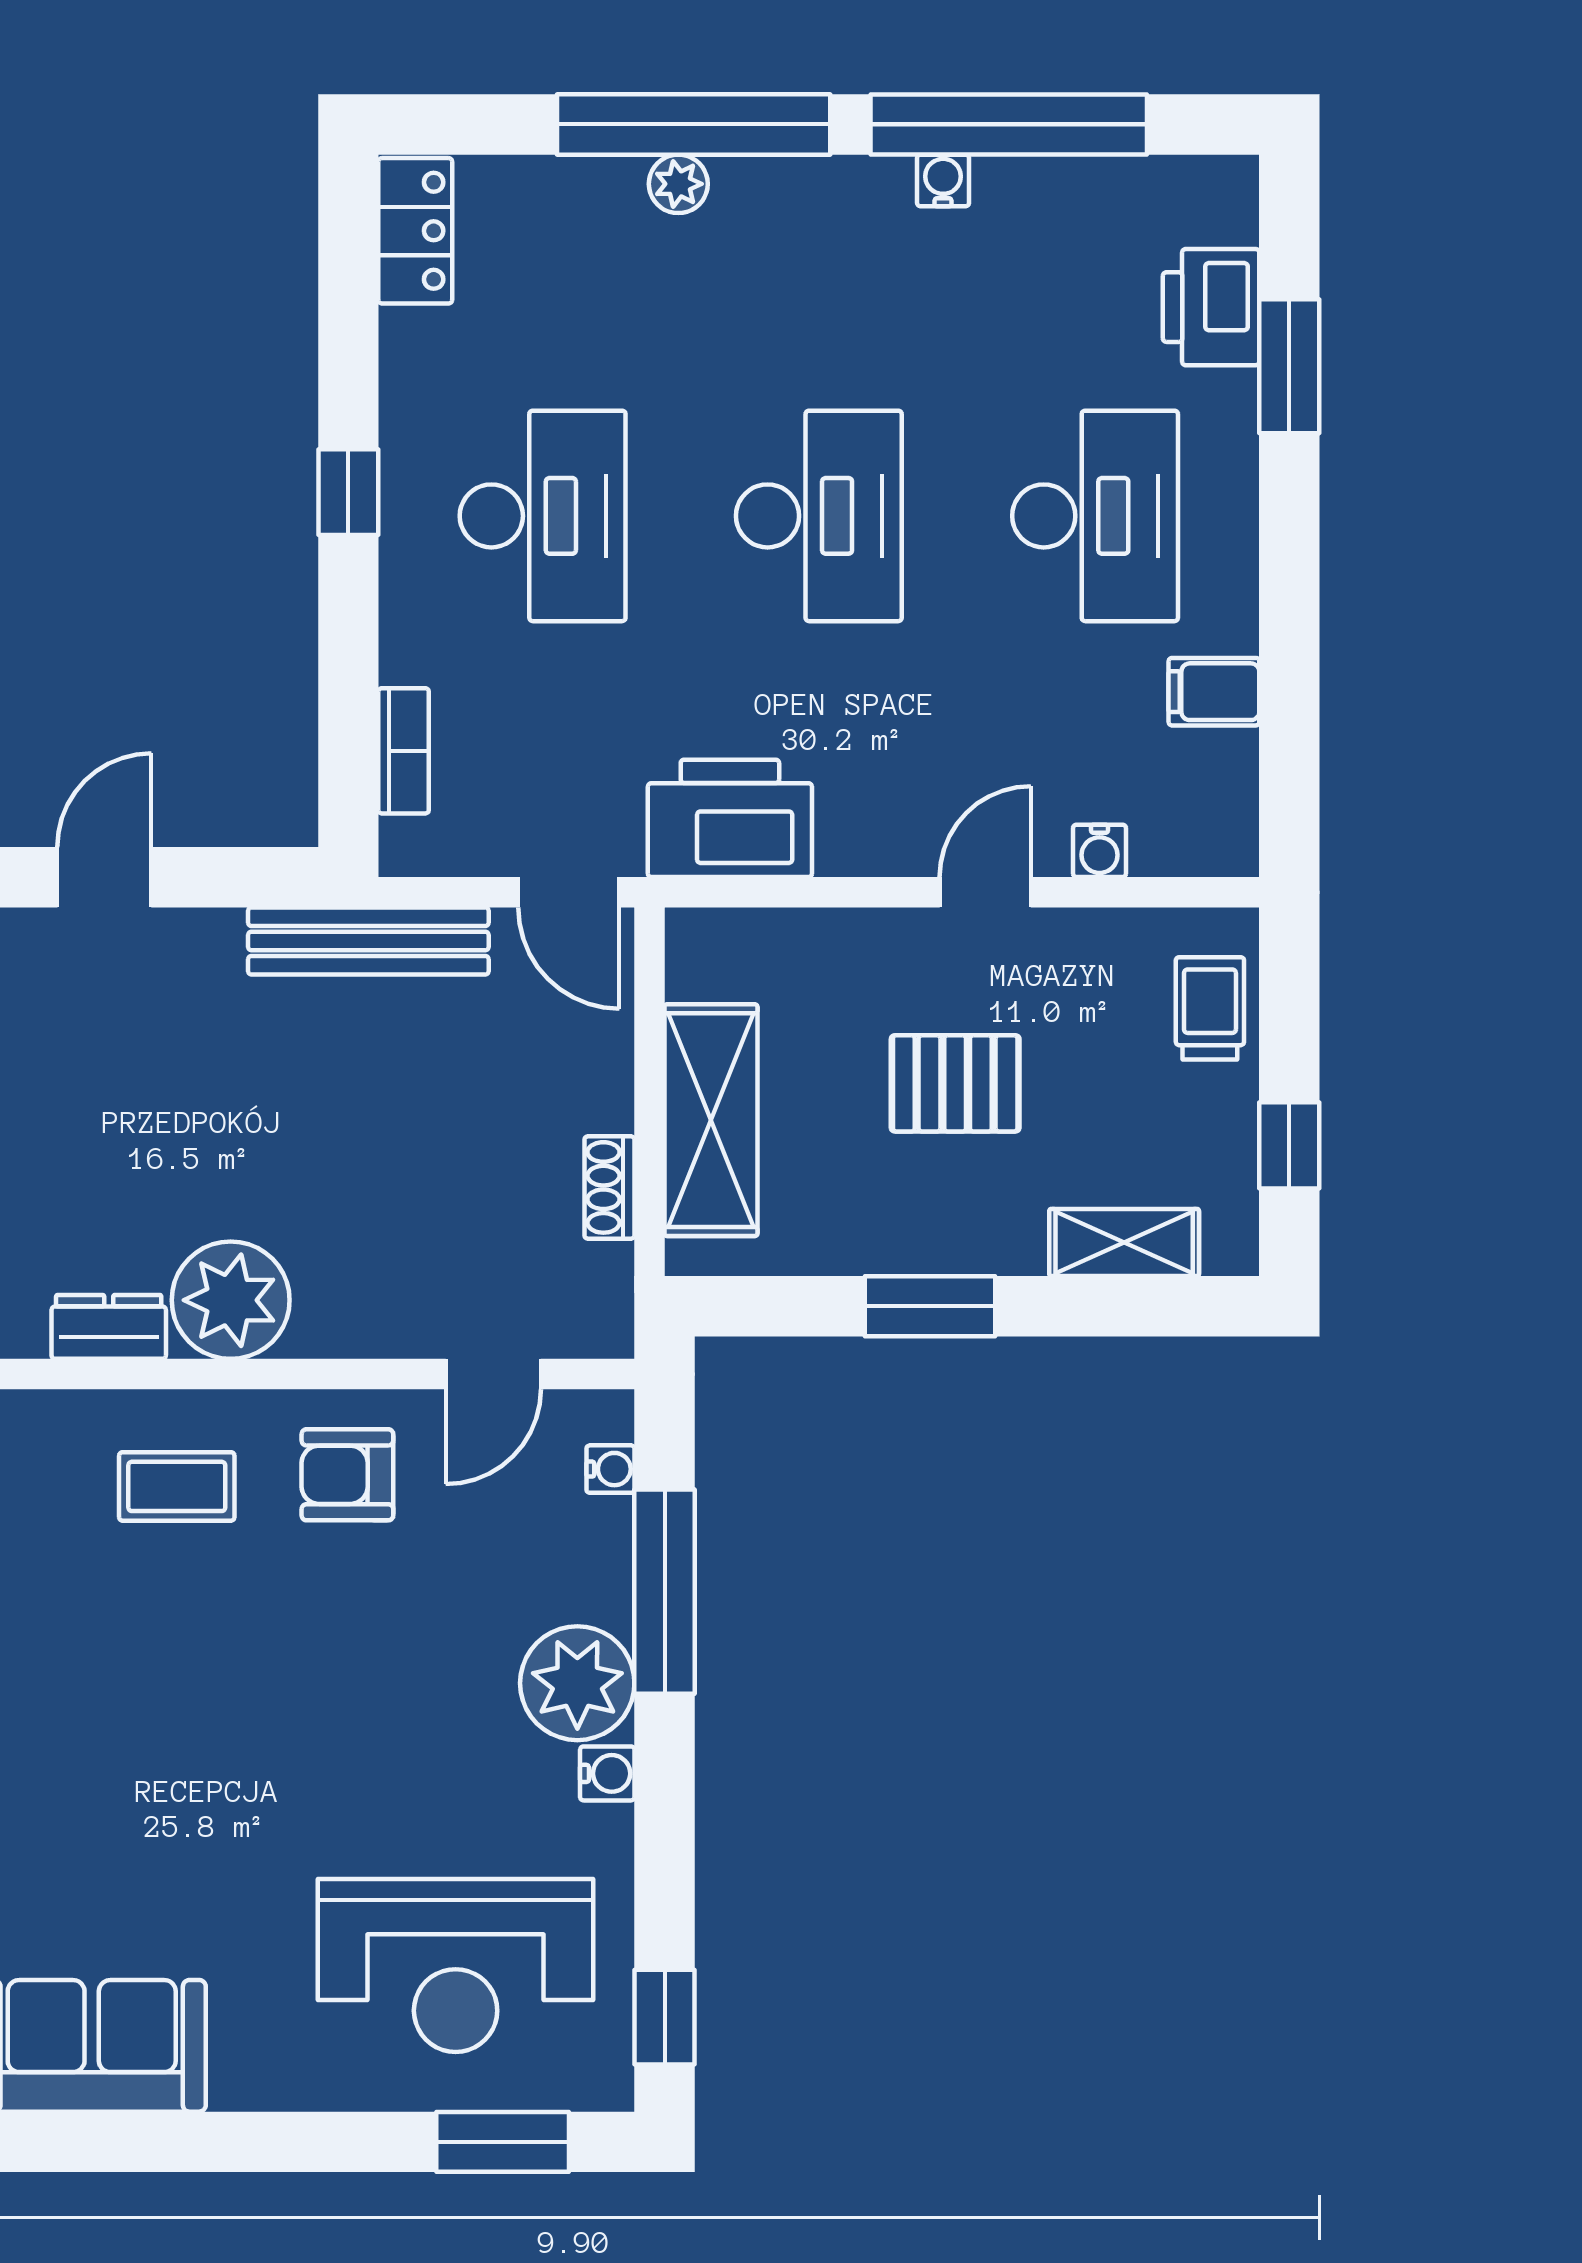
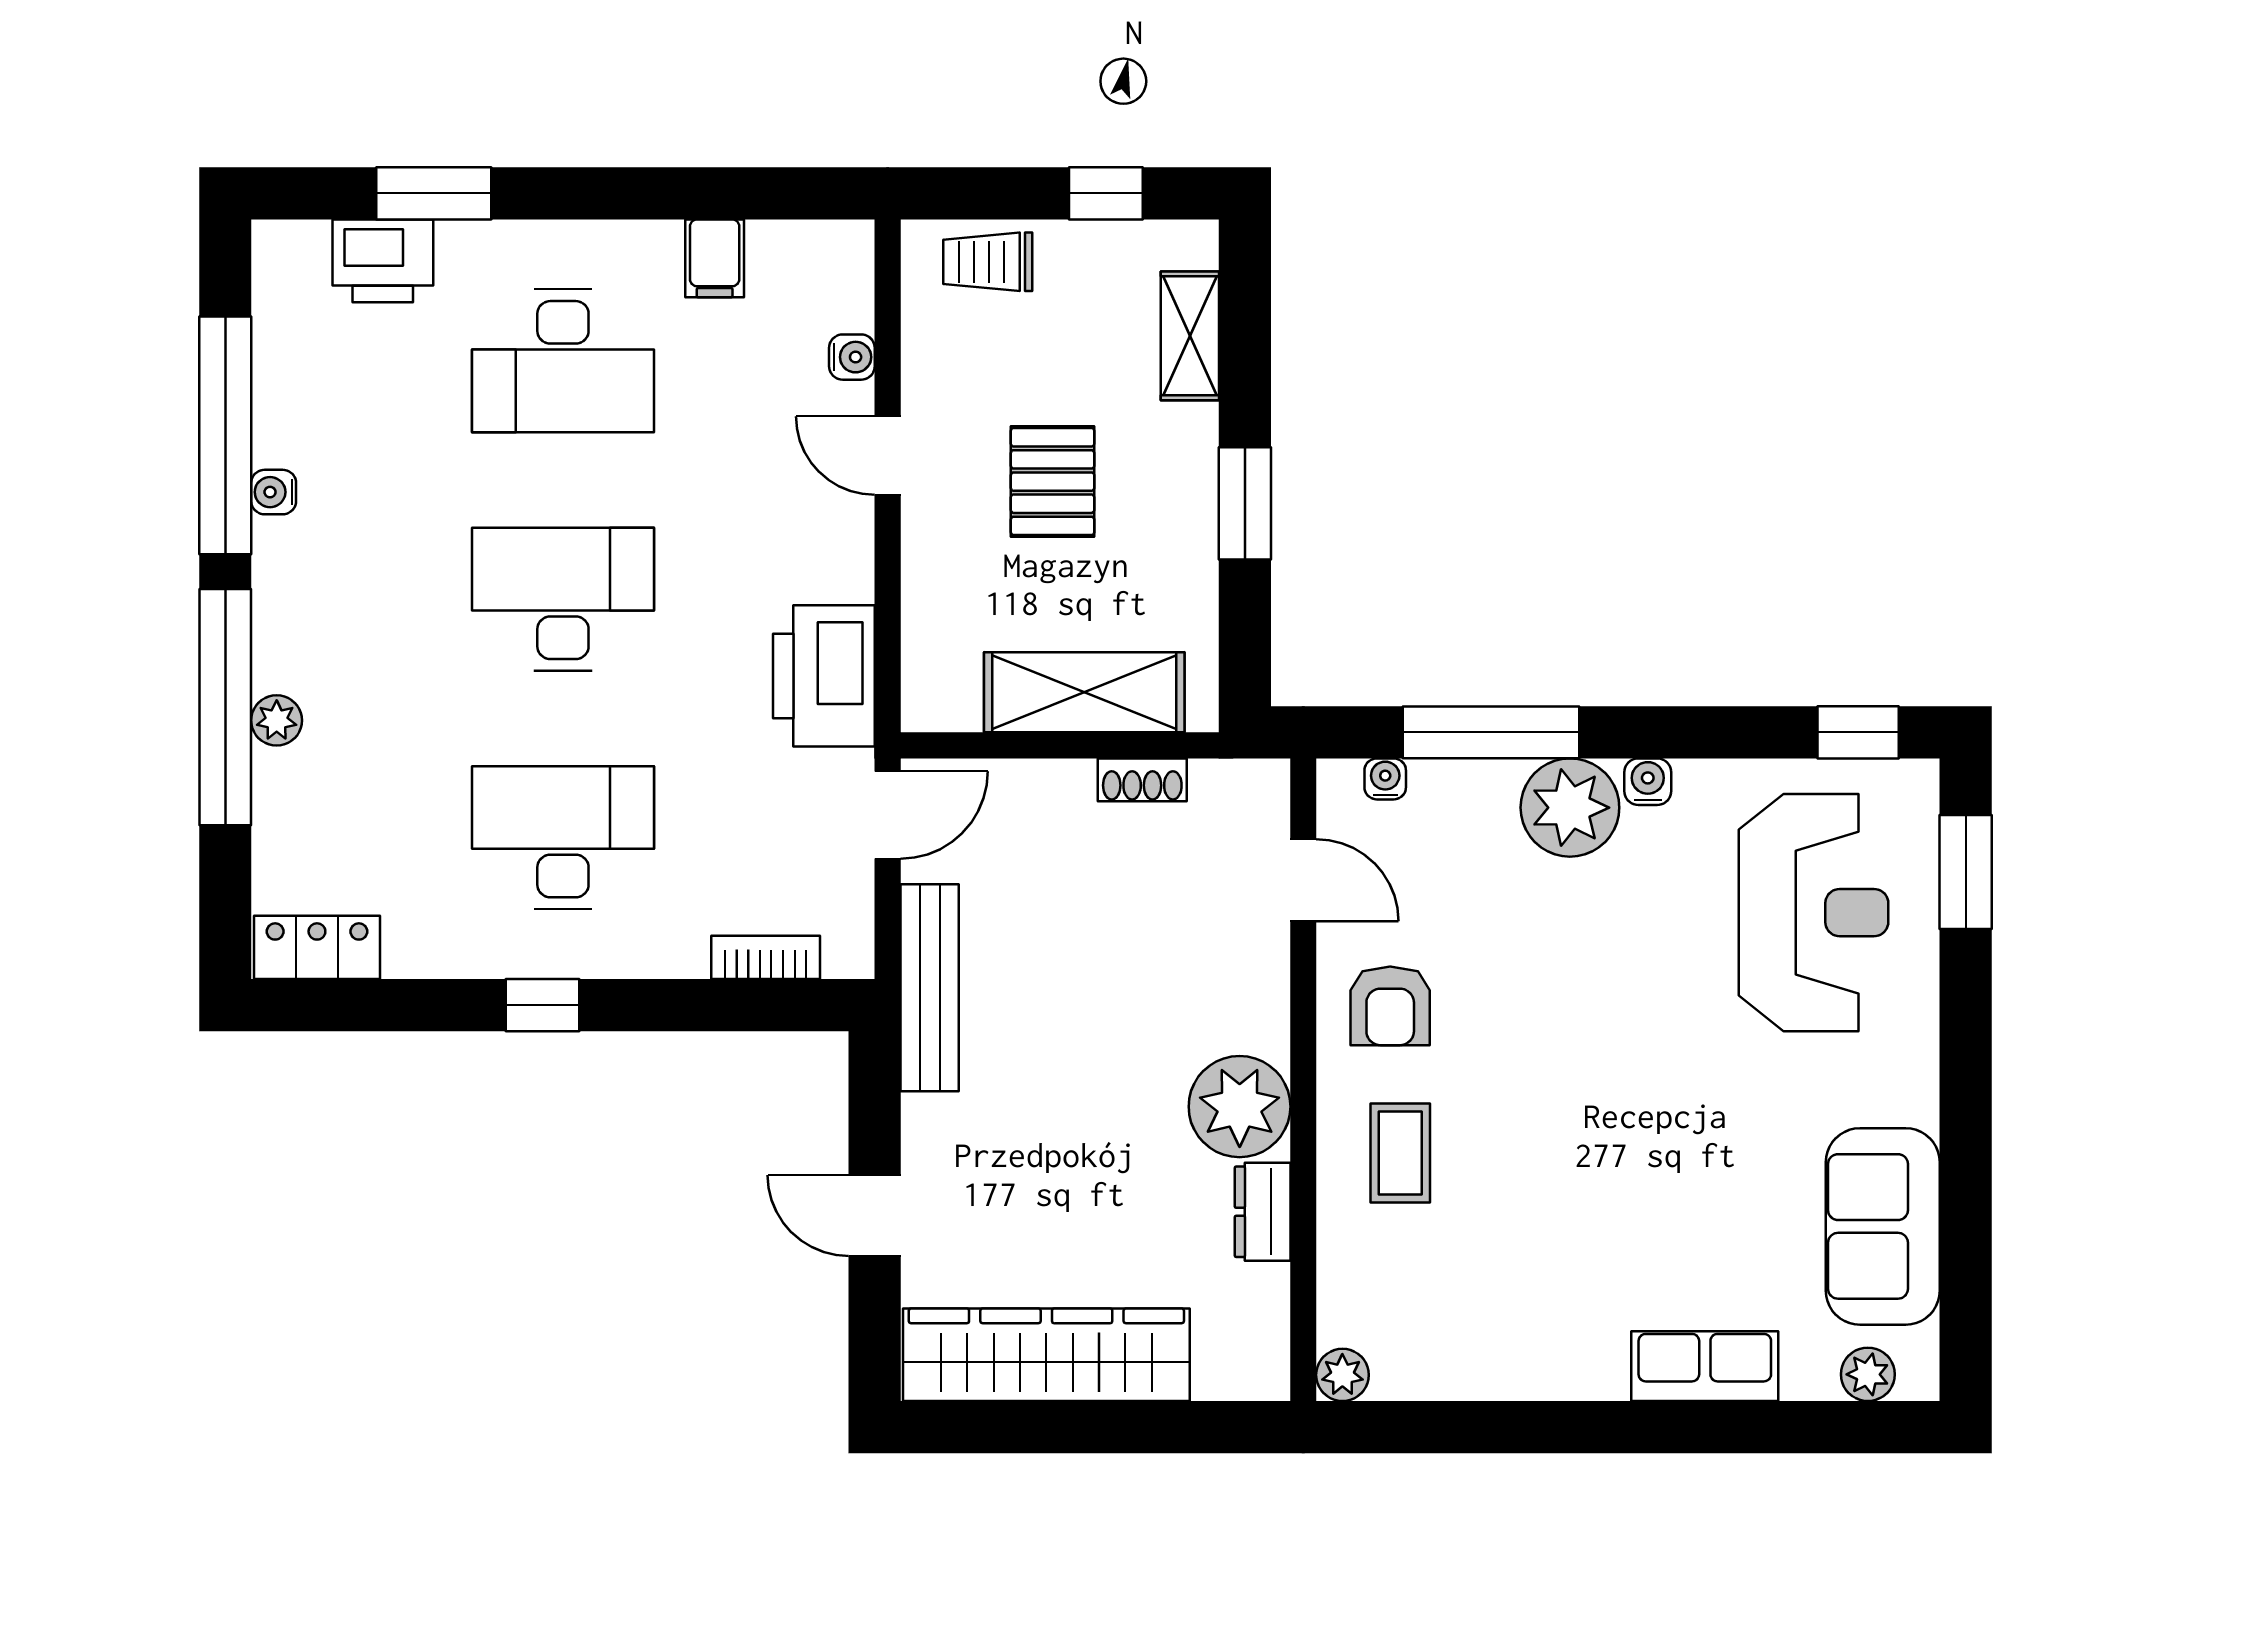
desk: (1095, 516) -> (563, 361), turned 180

